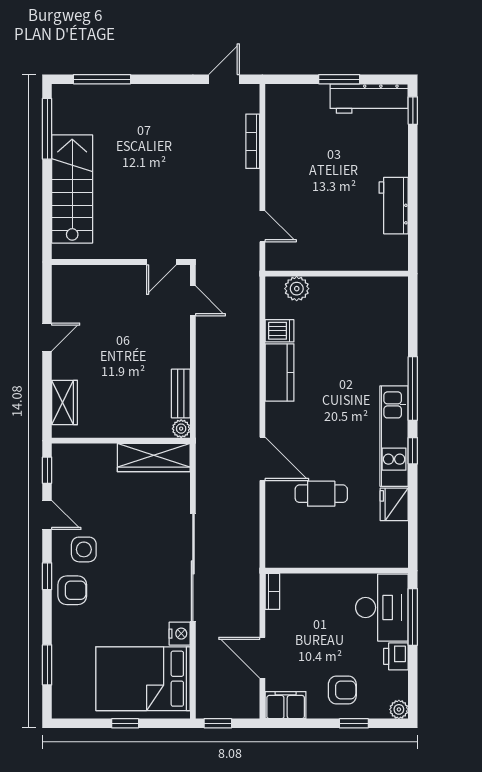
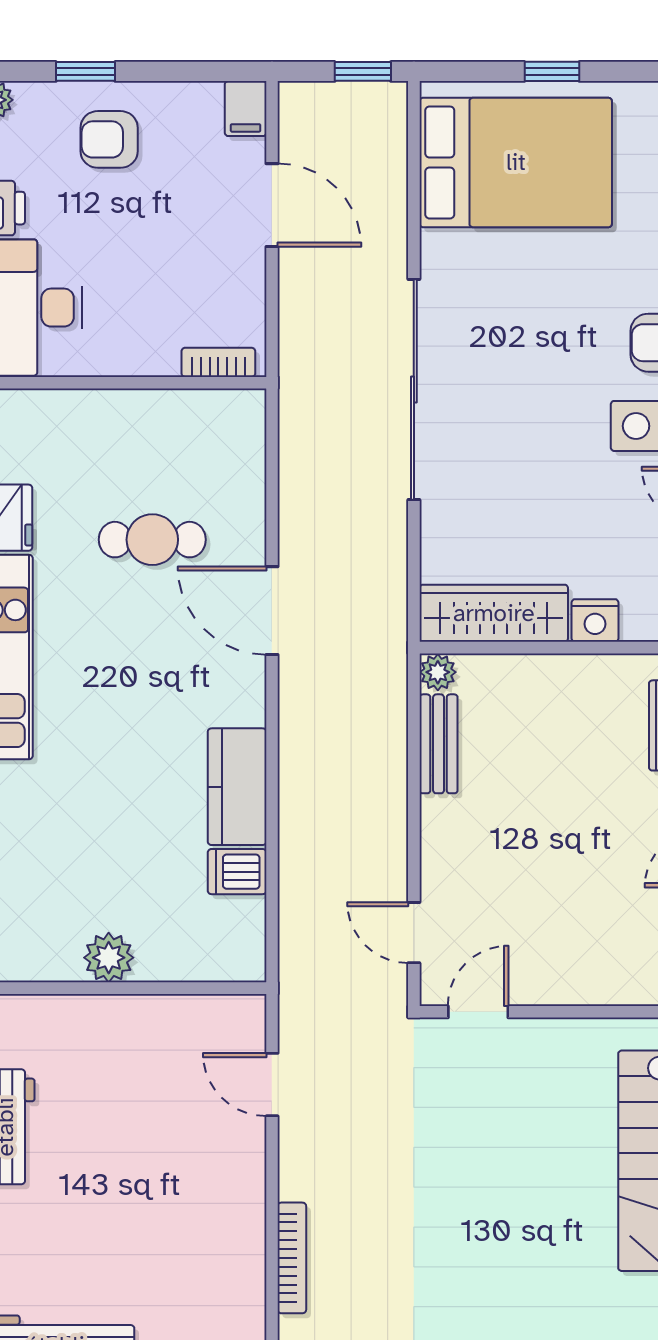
plant: (297, 289) -> (109, 958), moved
bookcase: (272, 591) -> (218, 362), moved, turned 90
nightstand: (180, 634) -> (595, 620), moved, turned -90
filing cabinet: (286, 705) -> (246, 109), width x0.50

